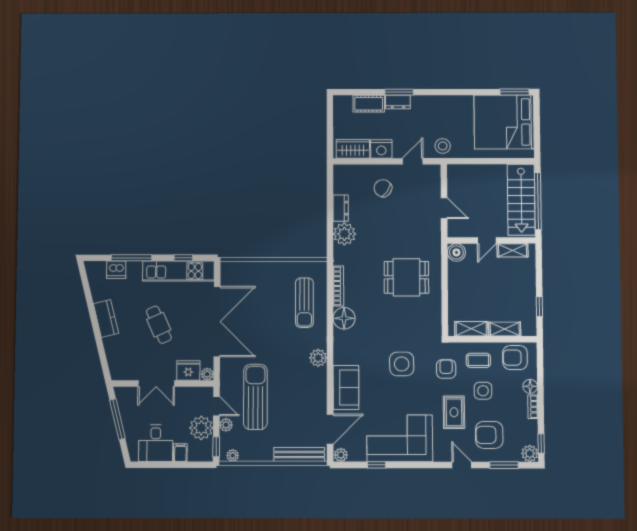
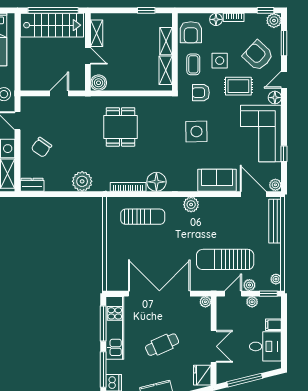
dresser: (341, 208) -> (32, 185), moved
window: (183, 258) -> (103, 324), width x2.17
fridge: (188, 371) -> (202, 375), moved
plant: (201, 428) -> (252, 302), width x0.53, depth x0.53
armchair: (489, 435) -> (258, 56), turned 133
floor lamp: (441, 454) -> (275, 98), added

